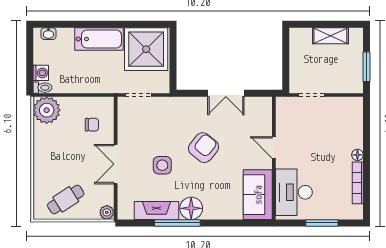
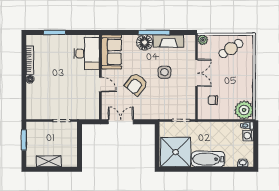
door: (274, 147) -> (100, 84), moved
wall: (274, 158) -> (100, 77), moved
desk: (294, 192) -> (87, 54), moved
sofa: (258, 195) -> (111, 52), moved

